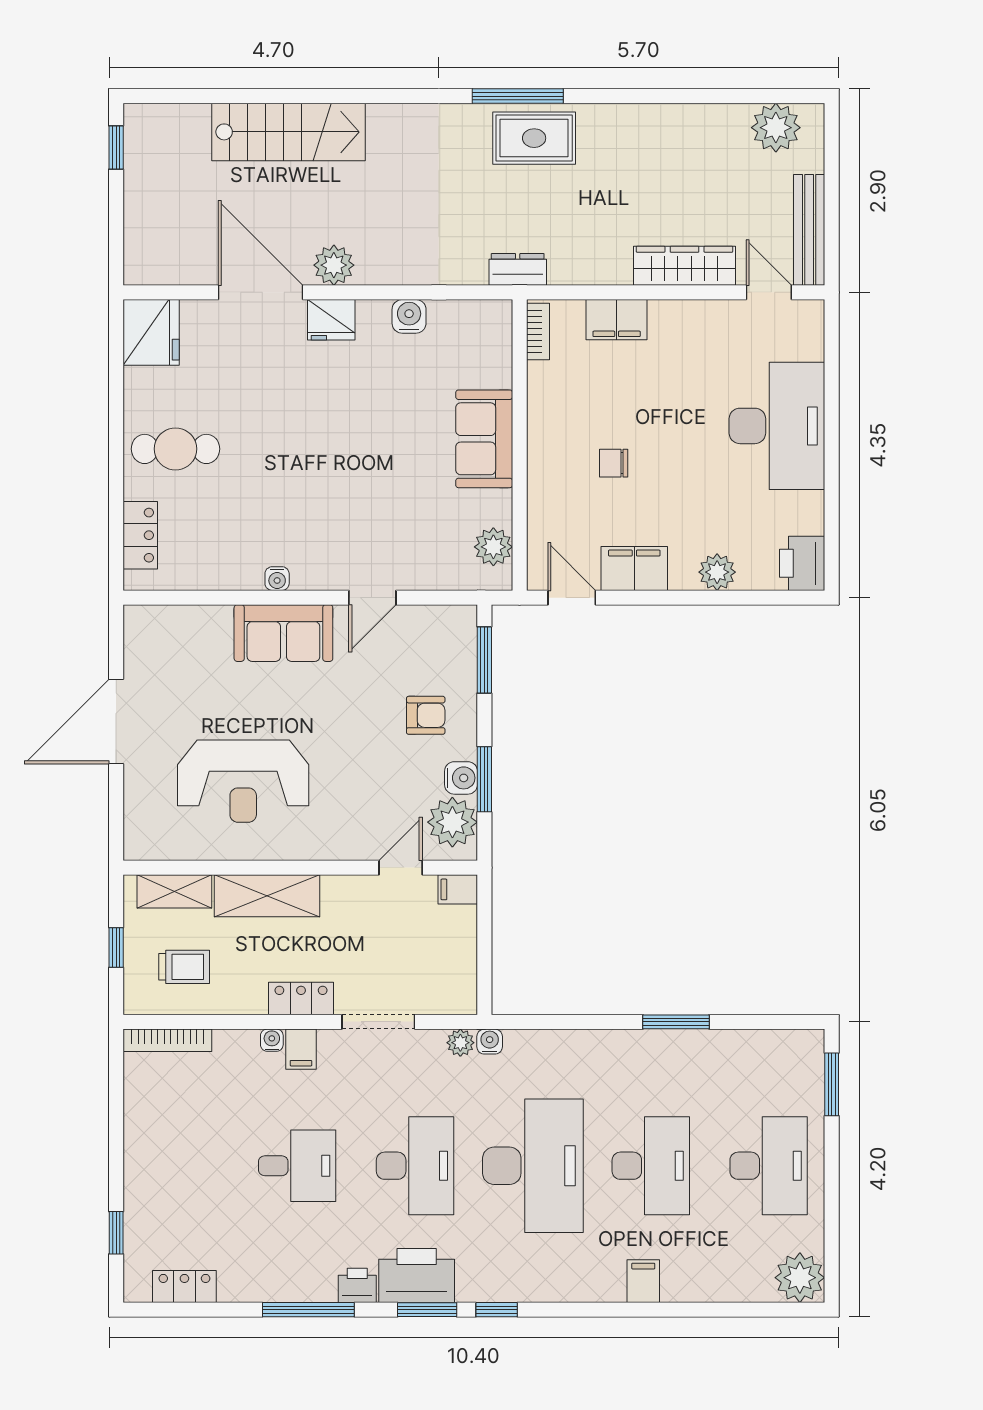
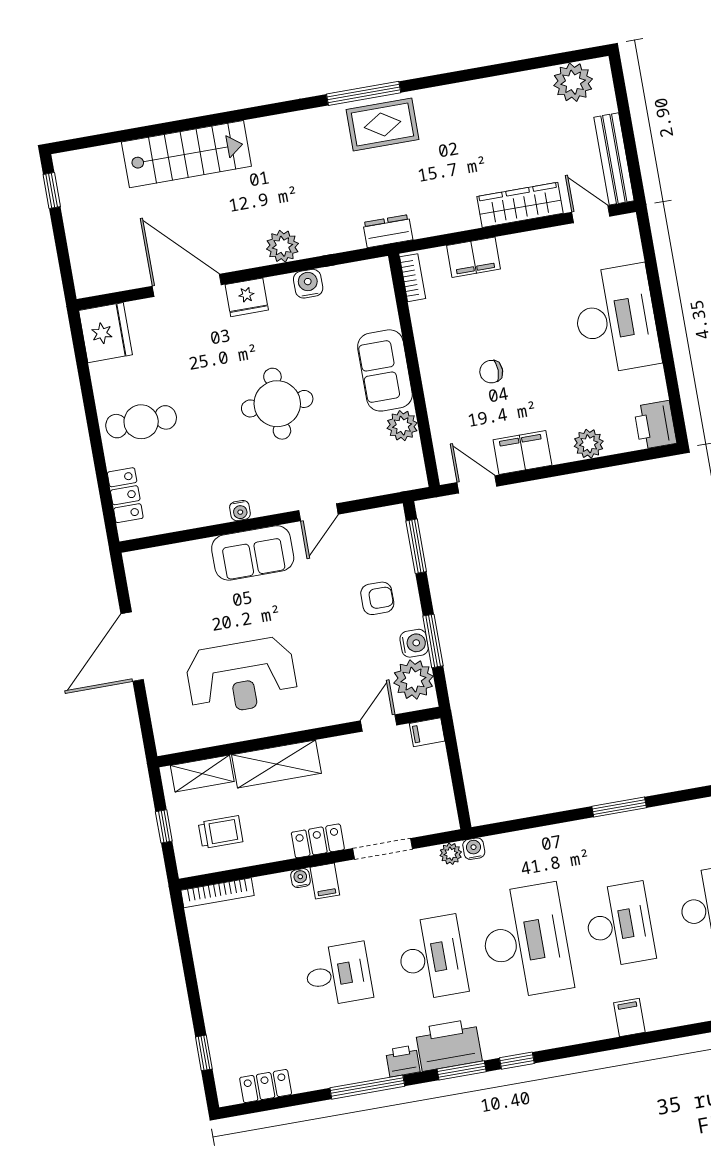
plant: (334, 265) -> (282, 246), moved
round table: (346, 456) -> (277, 404), added
plant: (493, 547) -> (402, 426), moved

